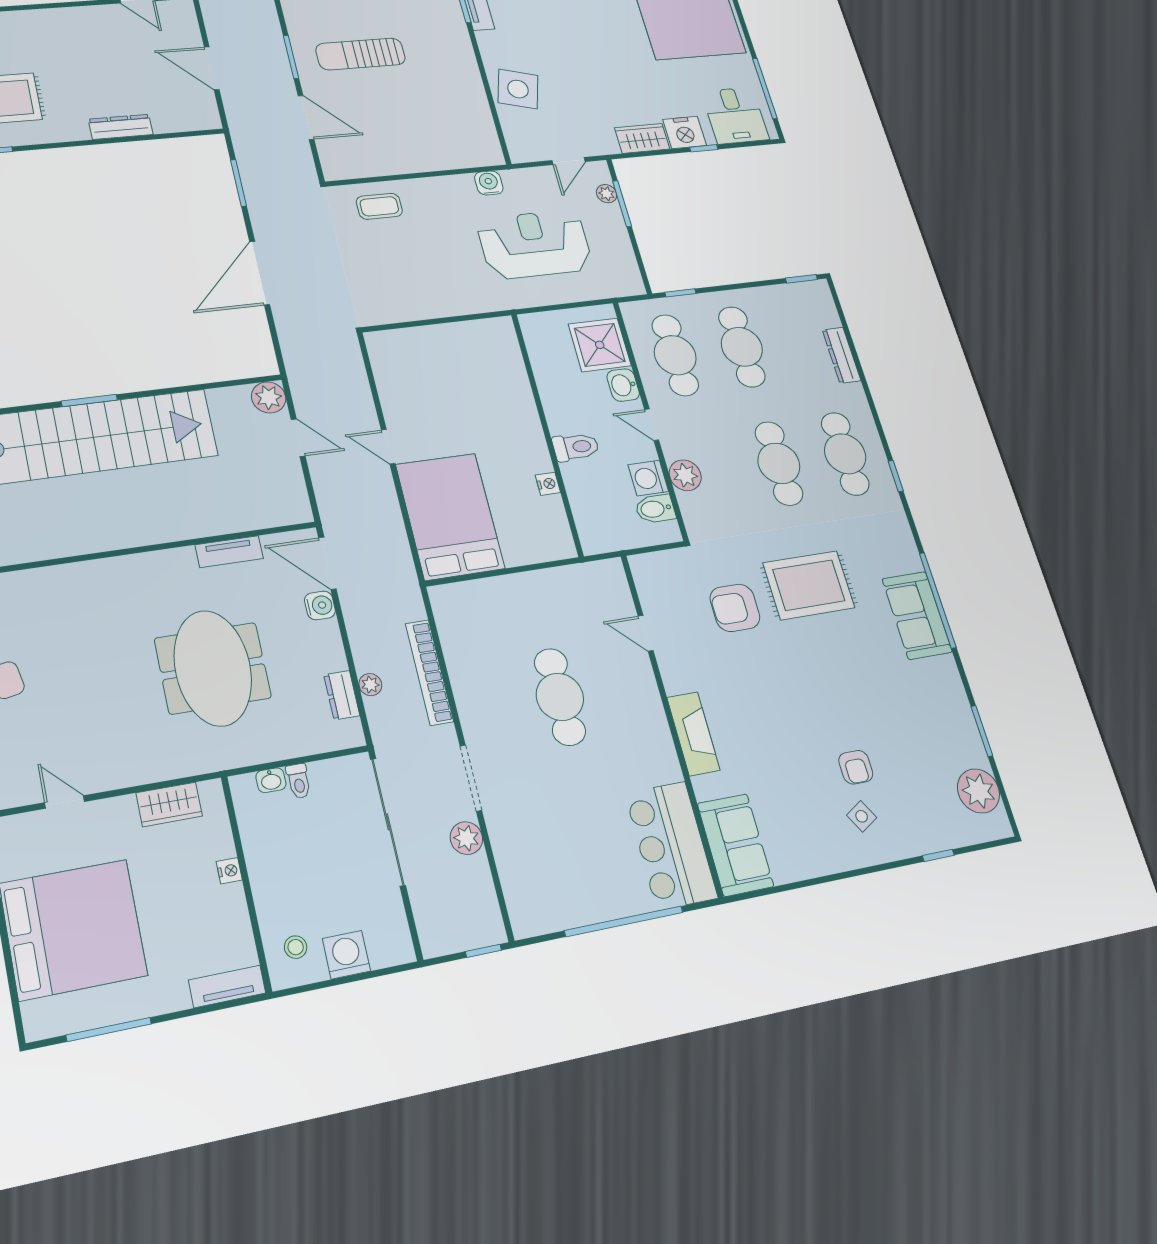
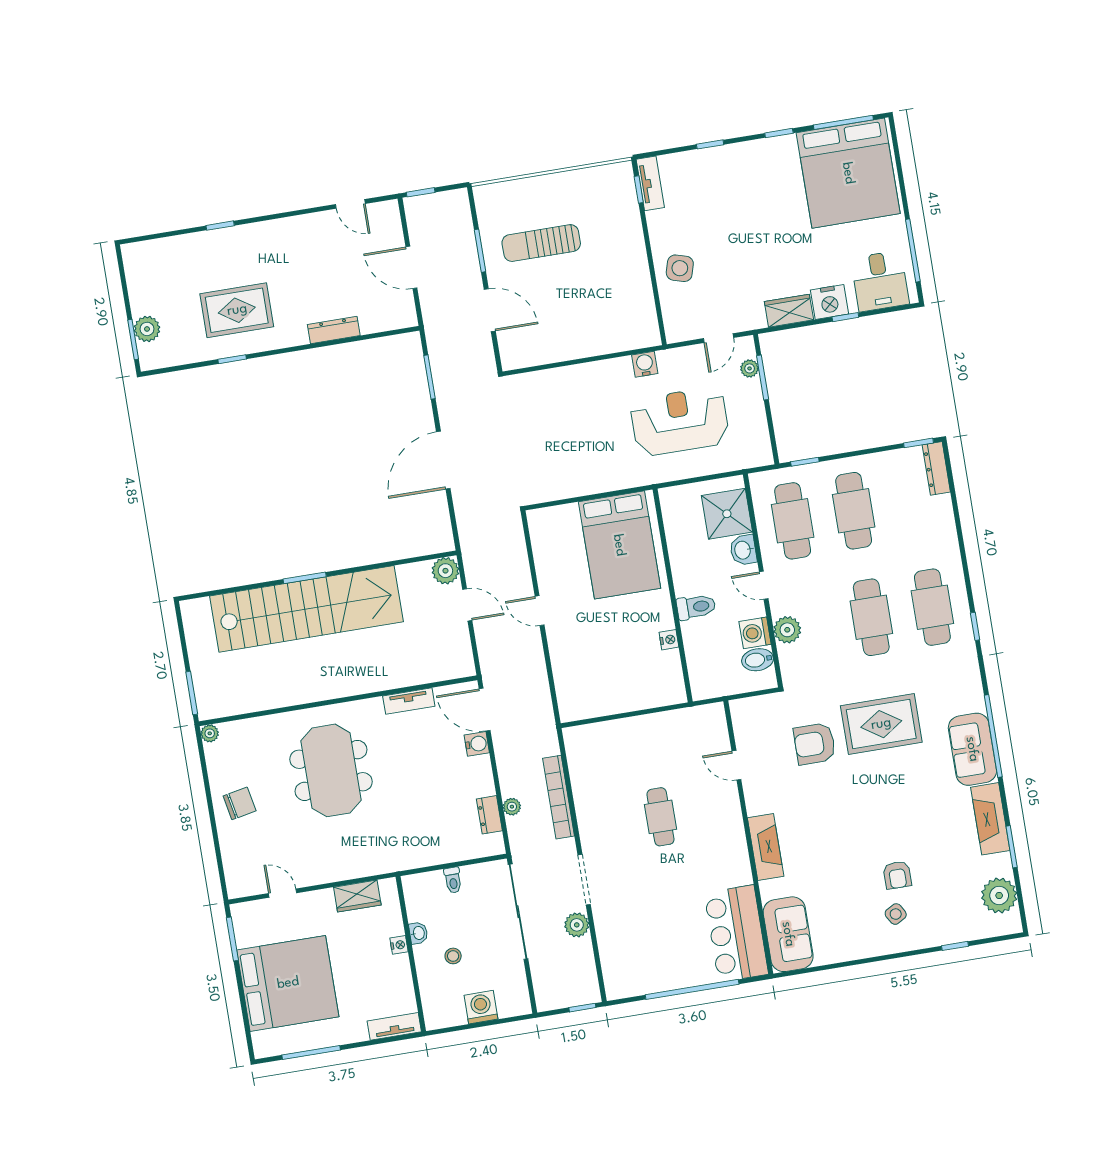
side table: (518, 89) -> (680, 268), width x0.73, depth x0.73
coffee table: (379, 206) -> (547, 392), removed
dresser: (841, 355) -> (936, 468), moved
bed: (450, 516) -> (619, 545), moved, turned 180
meeting table: (213, 668) -> (331, 770), moved
cafe table: (560, 697) -> (660, 817), width x0.73, depth x0.74
fireplace: (952, 698) -> (990, 819), added
washbasin: (271, 780) -> (418, 933), moved, turned -90
stool: (296, 947) -> (453, 956), moved

